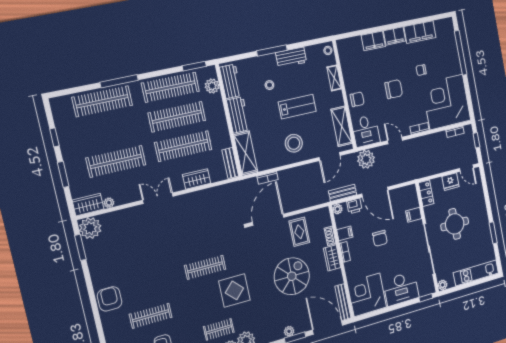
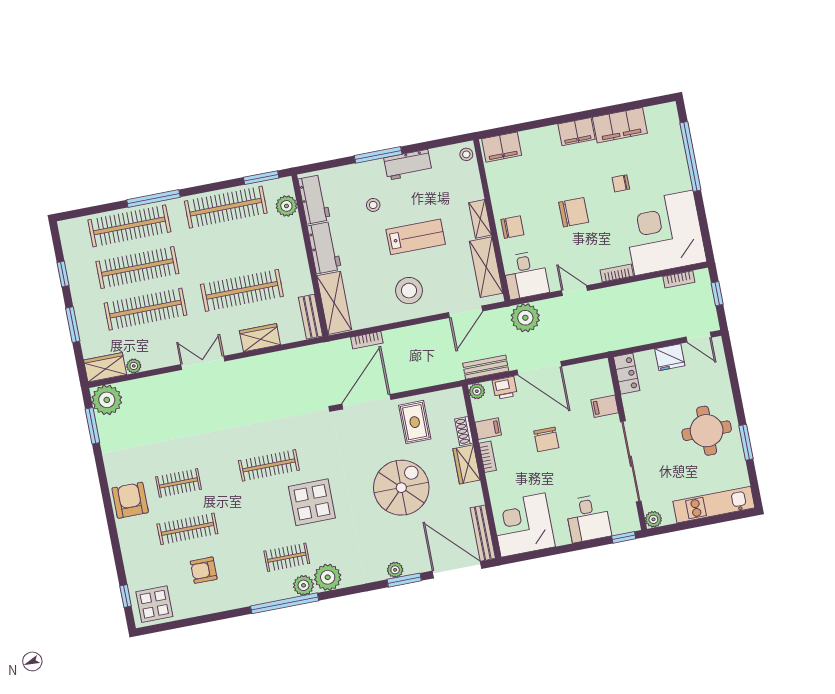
filing cabinet: (373, 41) -> (502, 147), moved
shelving: (334, 78) -> (480, 219), moved
clothes rail: (177, 117) -> (137, 267), moved
round table: (455, 224) -> (707, 431), moved
clothes rail: (143, 284) -> (178, 483), added
desk: (401, 289) -> (588, 518), width x0.73

